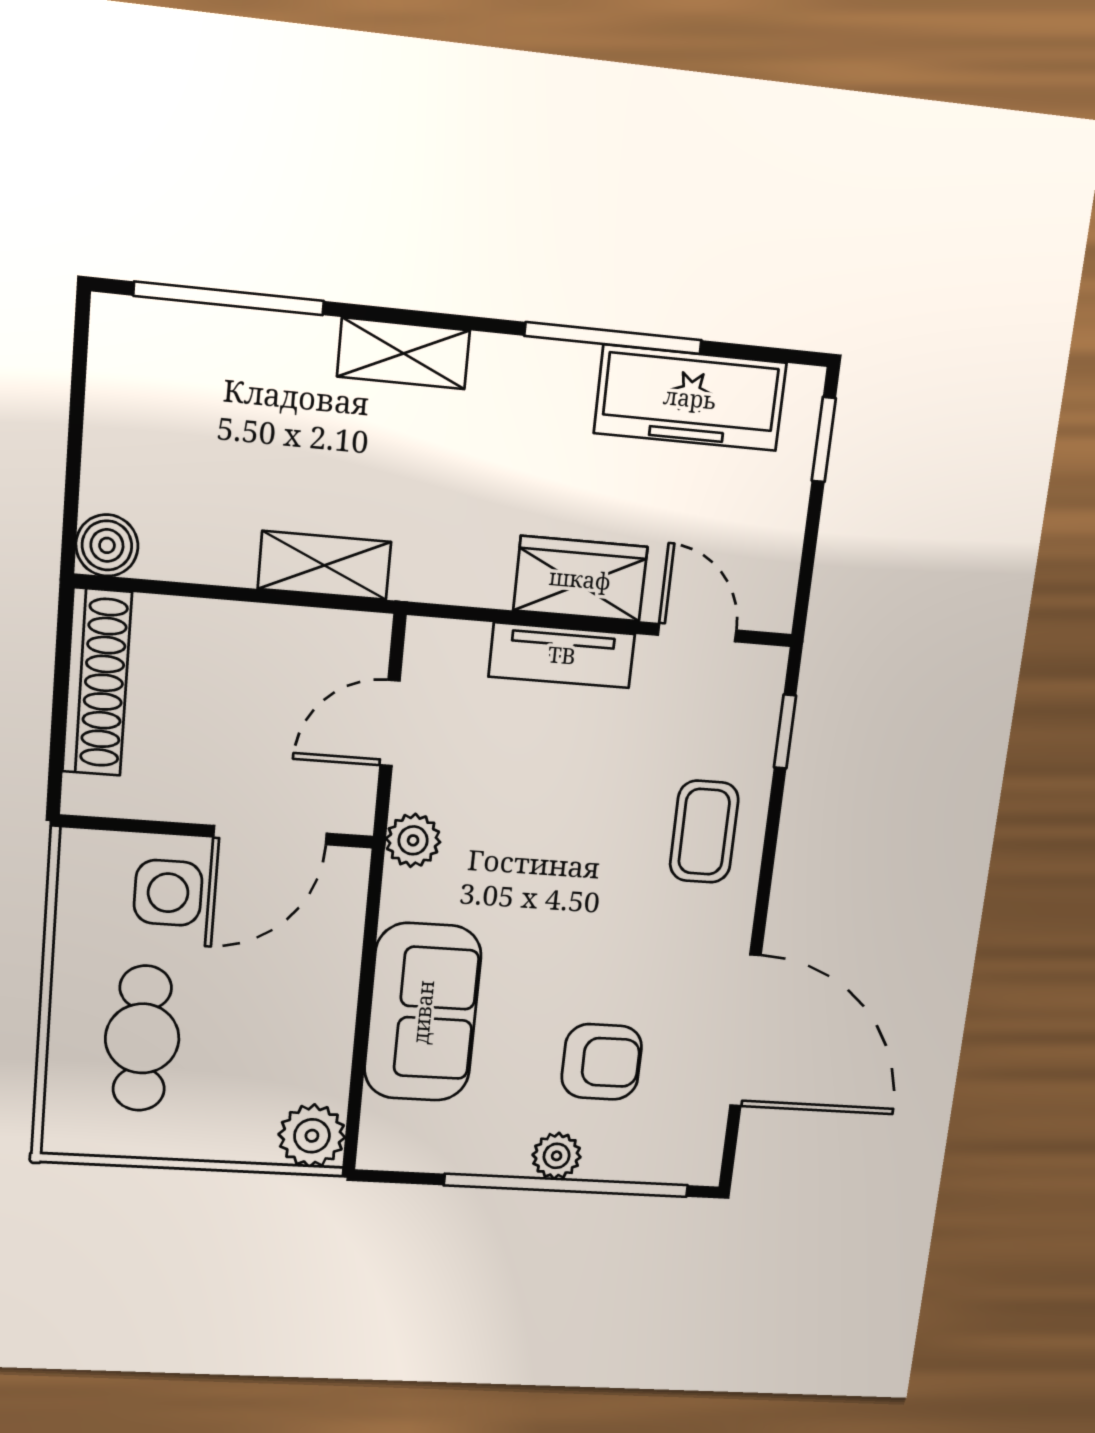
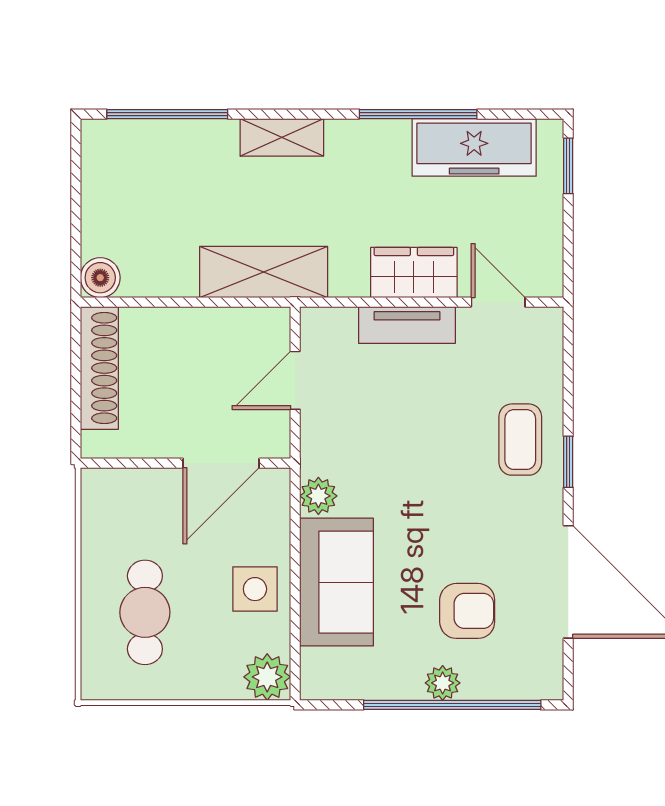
shelving: (324, 565) -> (264, 272), width x1.50, depth x1.33
window: (785, 732) -> (568, 462), moved
plant: (413, 840) -> (318, 496), moved
side table: (168, 893) -> (255, 589), moved

